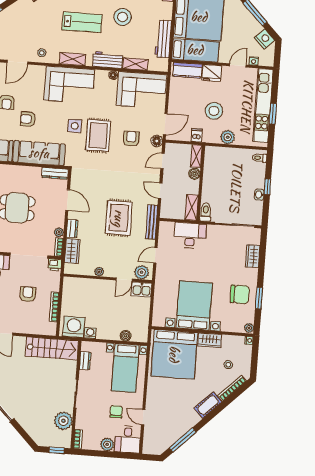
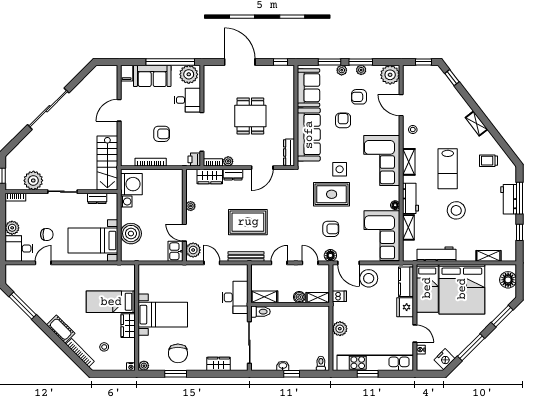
stool: (214, 111) -> (369, 278), moved
bed with nightstands: (194, 306) -> (163, 315), width x0.73
boiler: (126, 336) -> (131, 234), width x1.86, depth x1.86
bed: (174, 354) -> (111, 302), width x0.49

